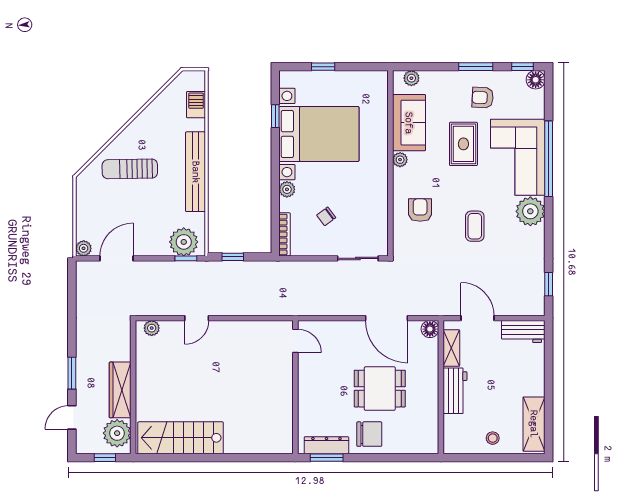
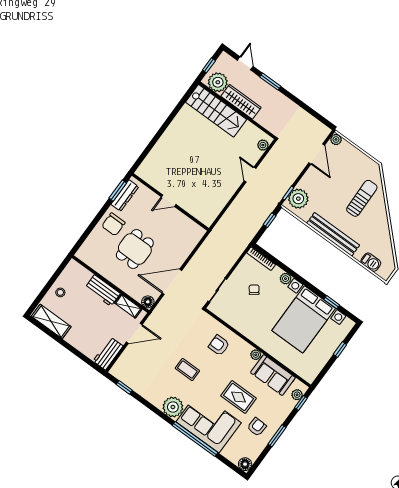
window: (522, 67) -> (301, 403), moved
armchair: (420, 210) -> (219, 345), turned 180
door: (295, 341) -> (169, 201), moved
stairs: (181, 438) -> (216, 111), moved, turned 90

